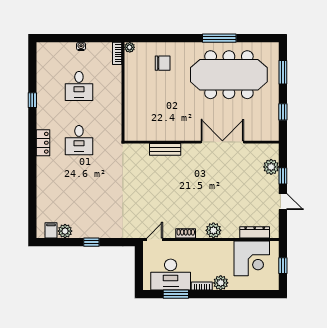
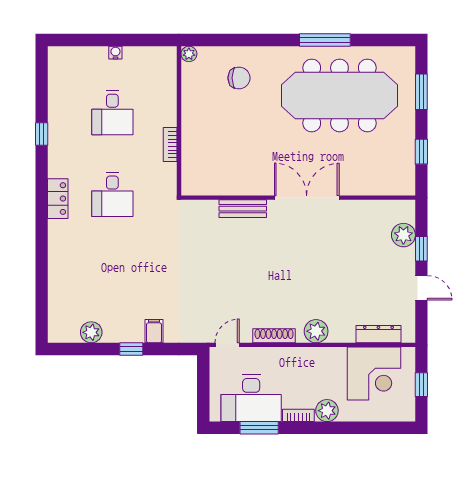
bookcase: (117, 53) -> (170, 145), moved
double door: (222, 142) -> (307, 198), moved
filing cabinet: (51, 230) -> (154, 331), moved
shoe rack: (186, 233) -> (274, 336), width x1.43

